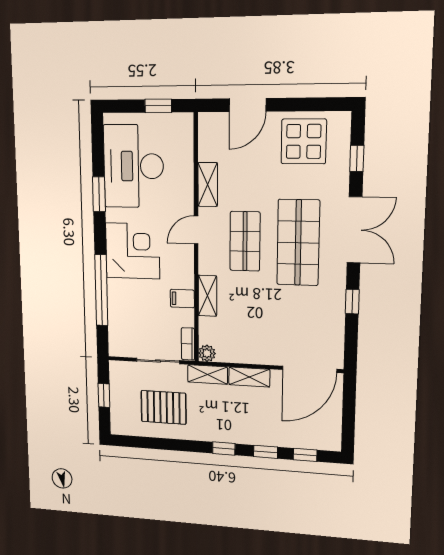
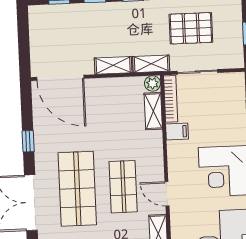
door: (196, 230) -> (167, 194), swing flipped
shelving: (207, 296) -> (153, 111), moved
bookcase: (188, 344) -> (171, 99), width x1.56
door: (310, 369) -> (60, 78), swing flipped

